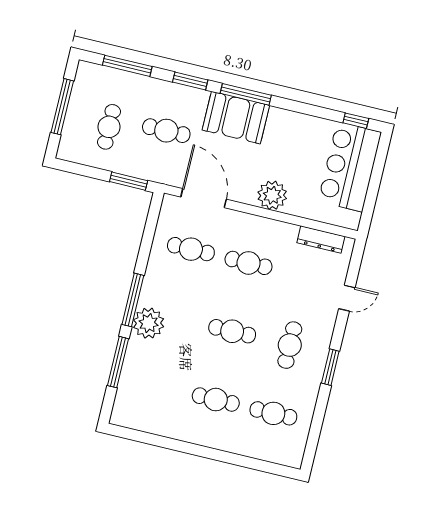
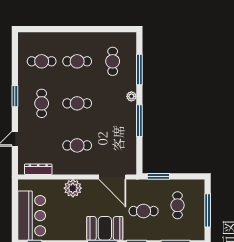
cafe table: (191, 249) -> (113, 61), moved, turned 90
window: (133, 300) -> (139, 121), moved
plant: (149, 323) -> (131, 96), width x0.53, depth x0.53

